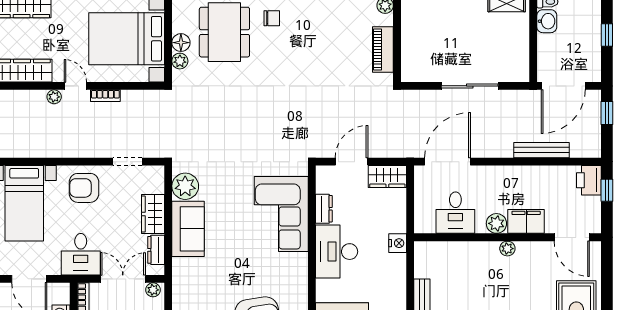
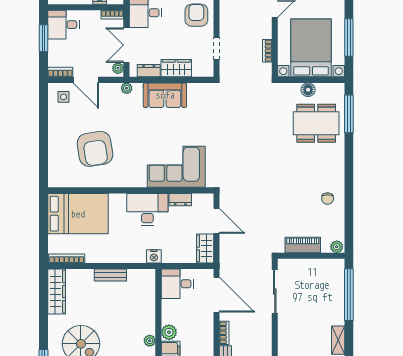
chair: (272, 18) -> (328, 199), moved
plant: (180, 61) -> (294, 89), removed
sliding door: (470, 86) -> (275, 292), moved
bookcase: (105, 96) -> (267, 51), moved
bookcase: (497, 152) -> (224, 333), added
plant: (185, 186) -> (127, 88), moved, width x0.53, depth x0.53
desk: (455, 213) -> (177, 284), moved
double door: (123, 279) -> (126, 45), swing flipped

